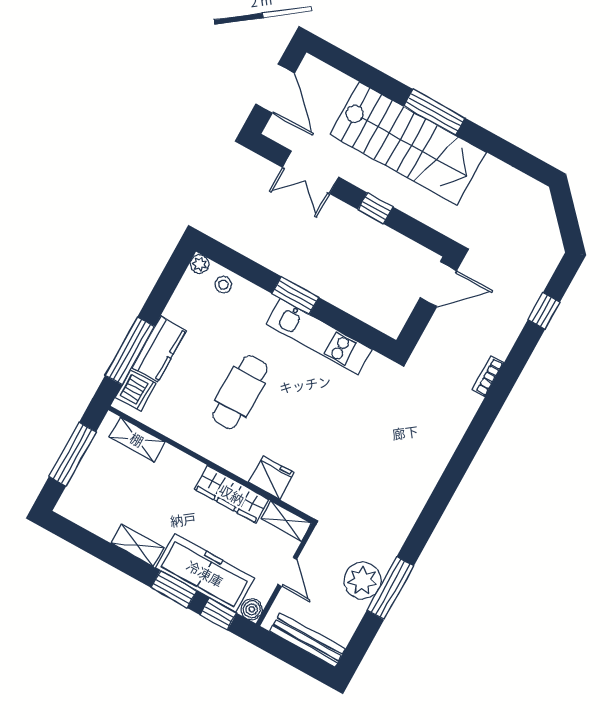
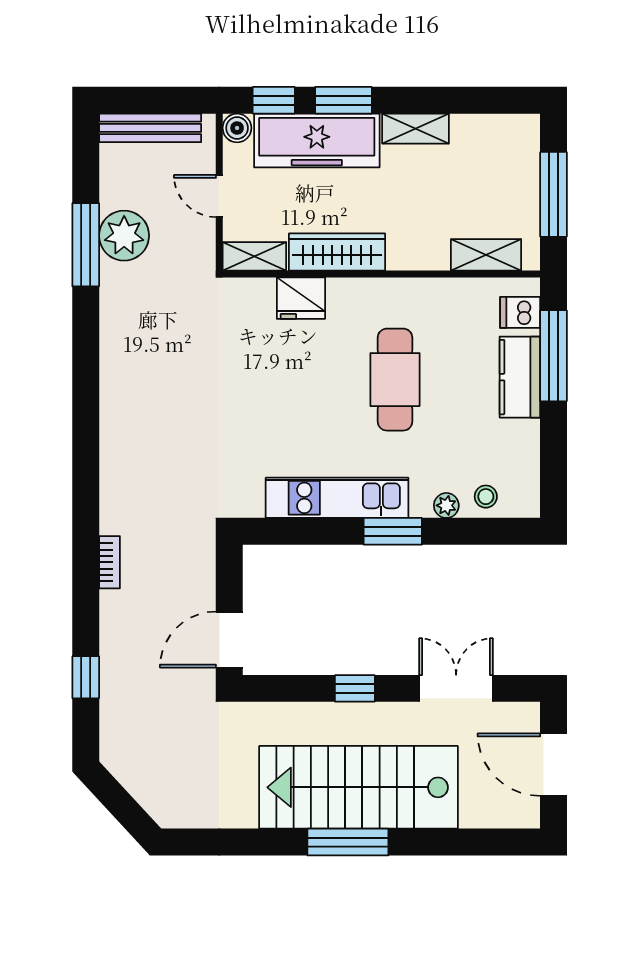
plant: (200, 264) -> (446, 505), moved
dishwasher: (136, 390) -> (520, 312), width x0.73

